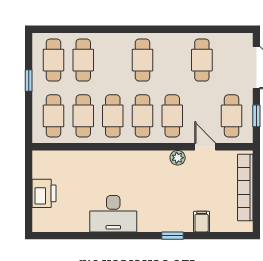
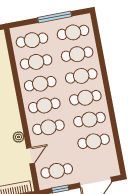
cafe table: (113, 60) -> (81, 76), added
cafe table: (172, 60) -> (89, 120), added
window: (29, 80) -> (55, 17), width x2.17

